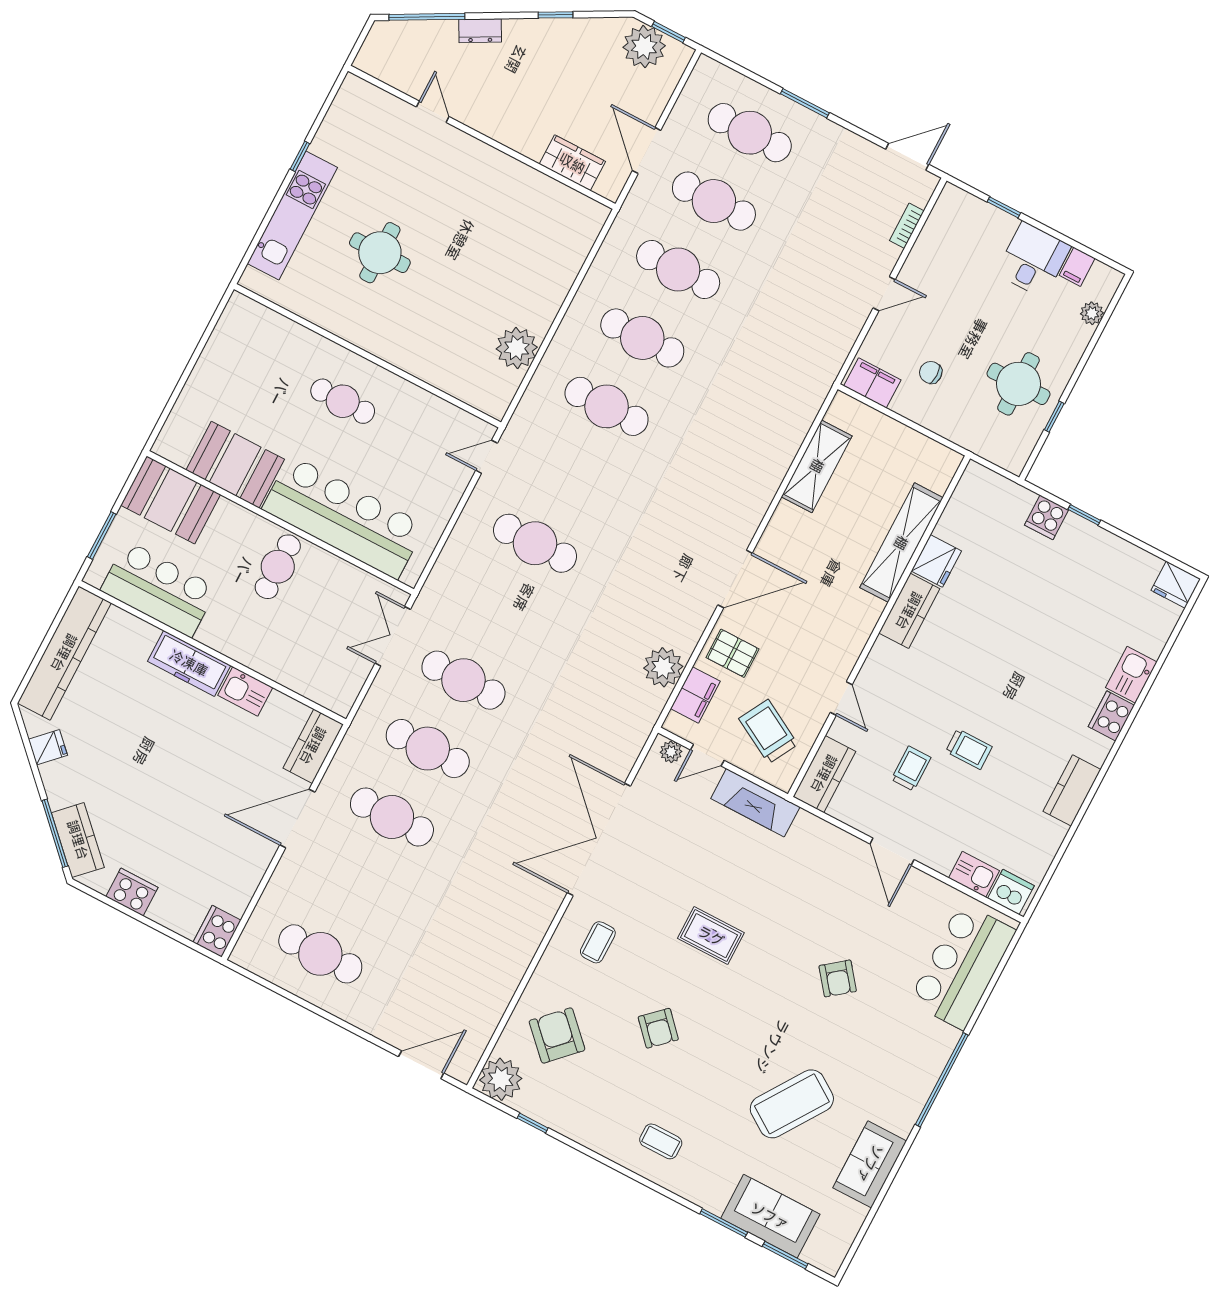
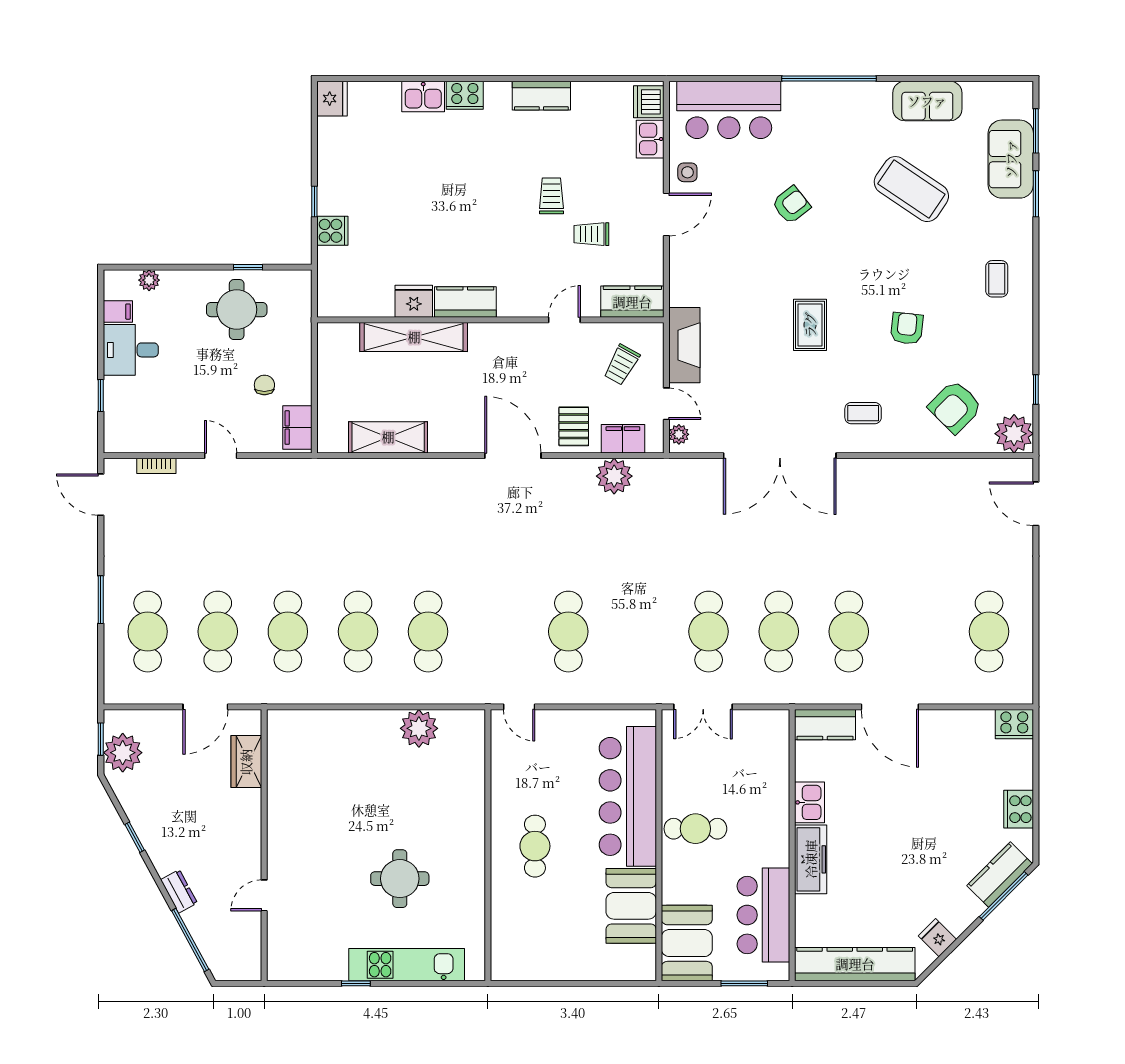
chair: (931, 372) -> (264, 385), turned 180
trolley: (768, 731) -> (622, 365), width x0.73, depth x0.72
side table: (922, 894) -> (687, 172), added
armchair: (658, 1028) -> (907, 328), turned -41

